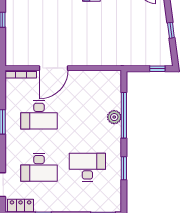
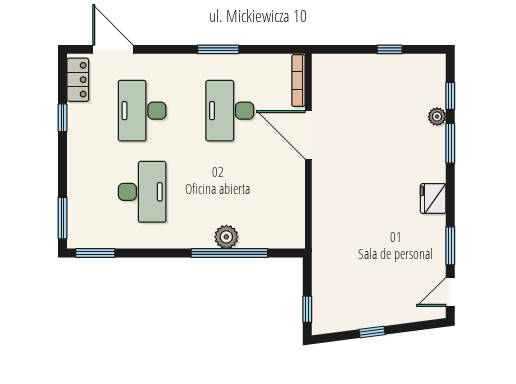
window: (124, 168) -> (95, 253), moved

